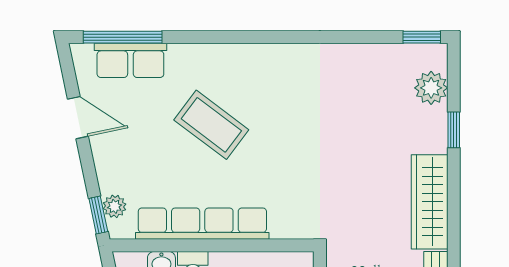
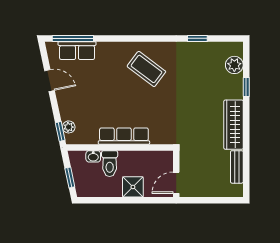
window: (422, 37) -> (197, 38), moved
coffee table: (211, 125) -> (146, 69), moved
row of seats: (202, 224) -> (124, 136), width x0.73

